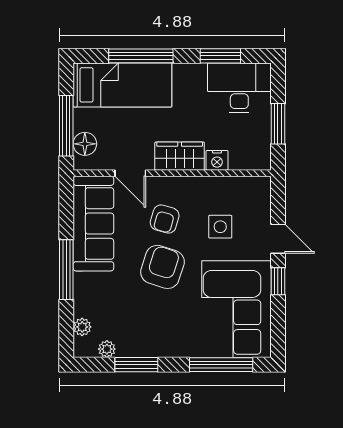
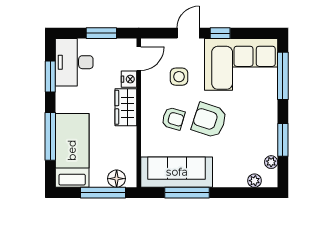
door: (130, 173) -> (139, 59), moved
window: (66, 270) -> (187, 193), moved

